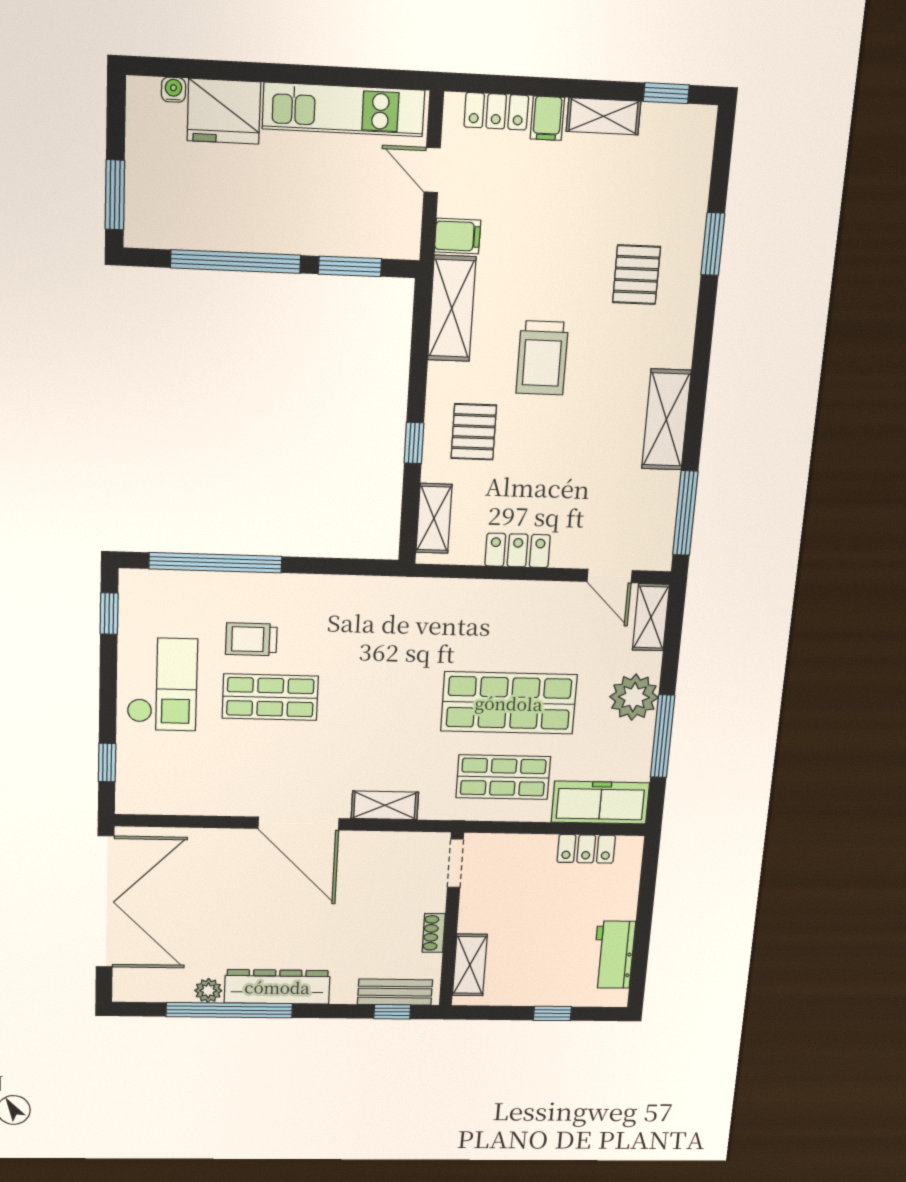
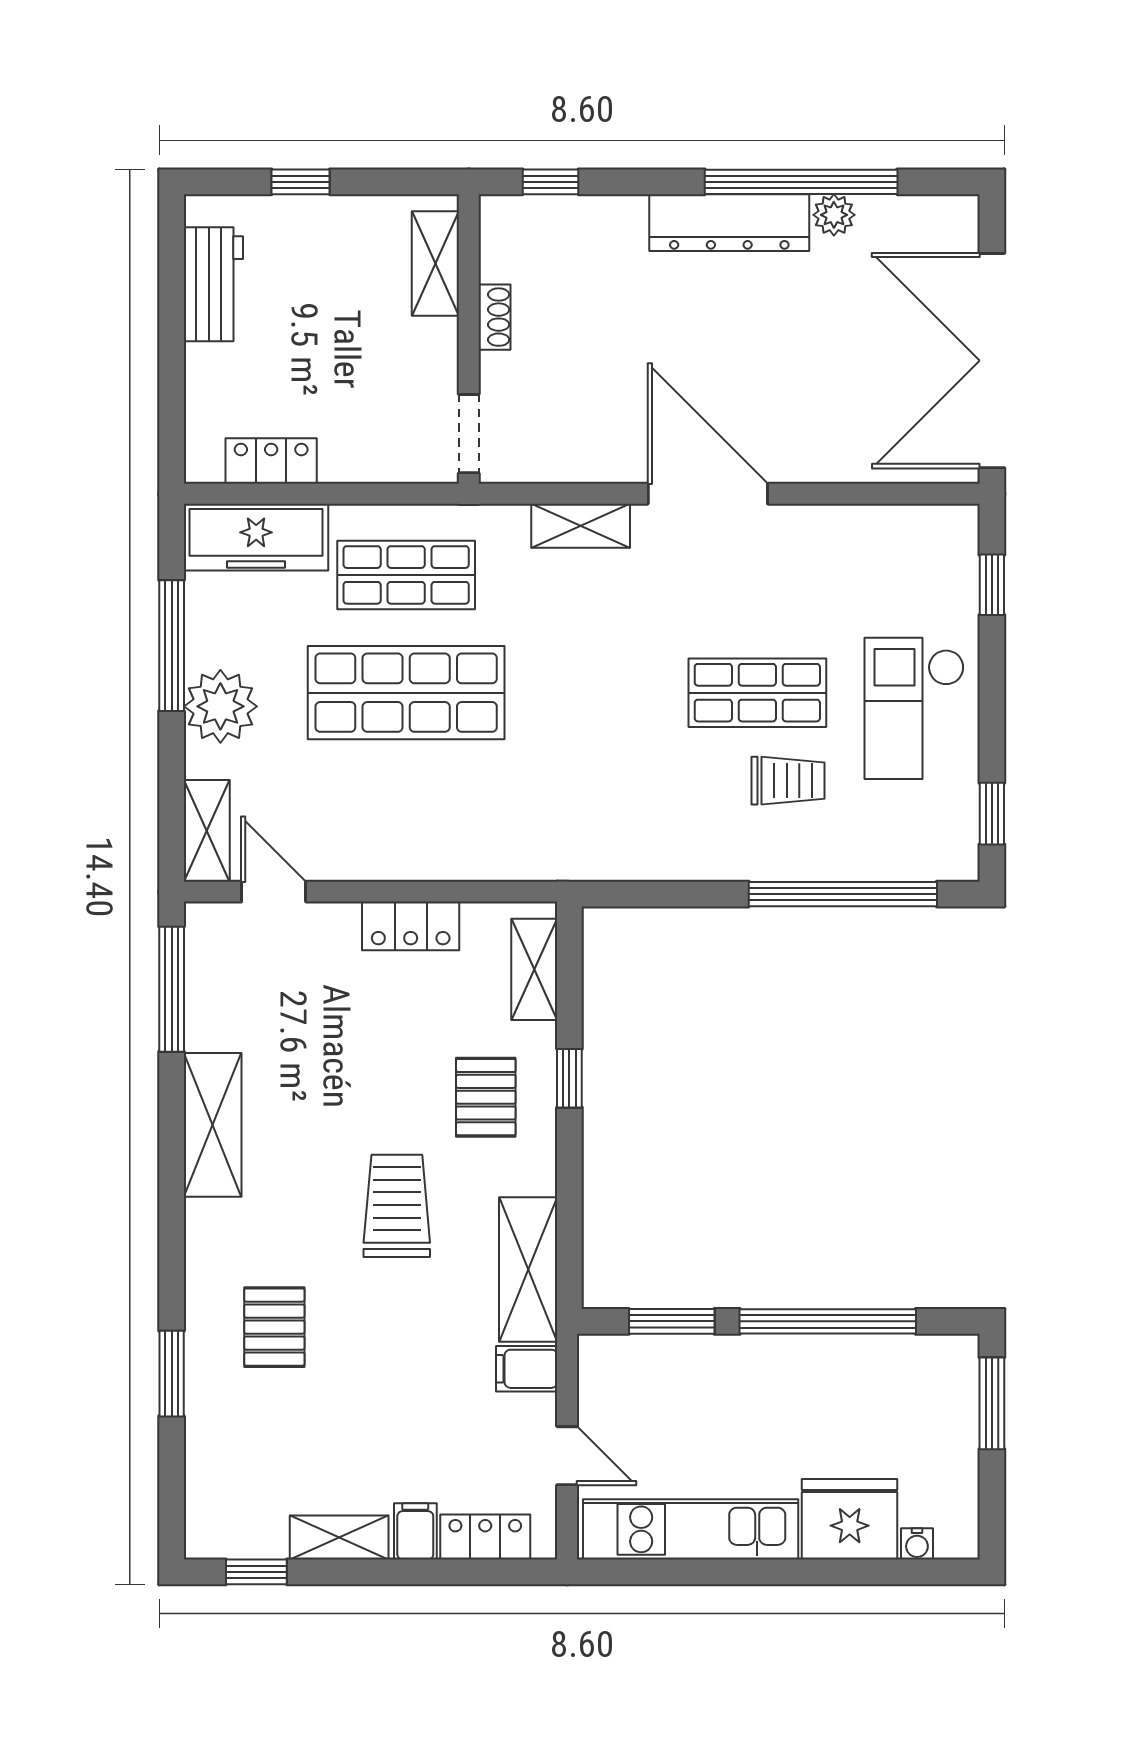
bench: (395, 992) -> (548, 216), removed

